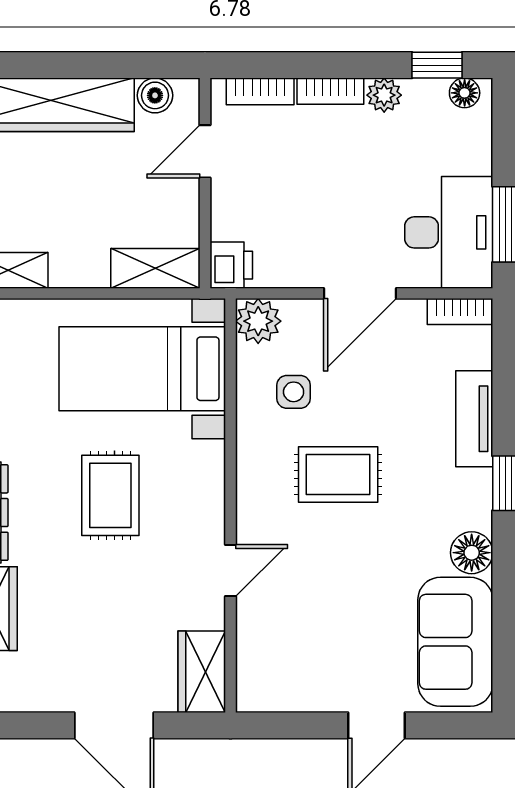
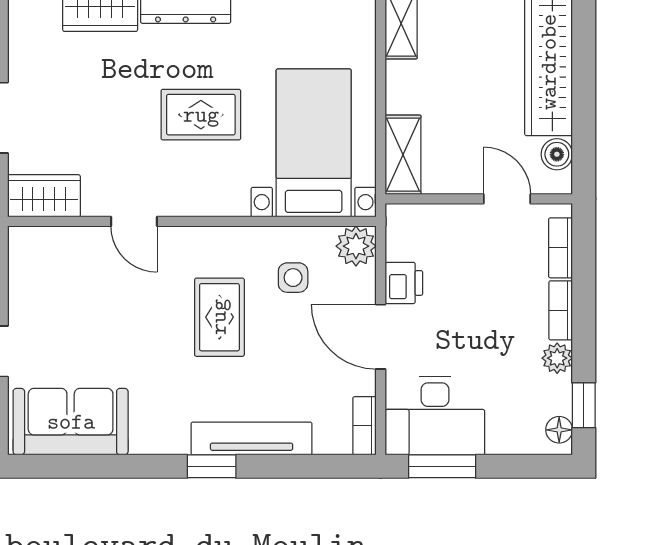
printer: (231, 265) -> (404, 283), moved, turned -90
tv unit: (474, 419) -> (252, 438), width x1.41
floor lamp: (472, 553) -> (150, 436), removed

